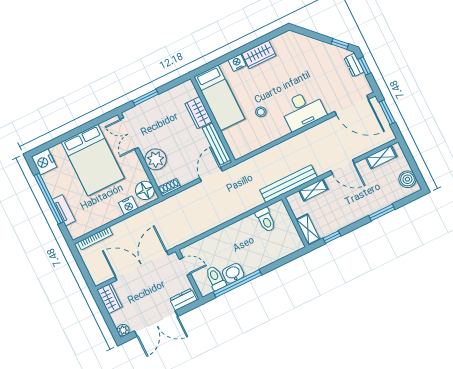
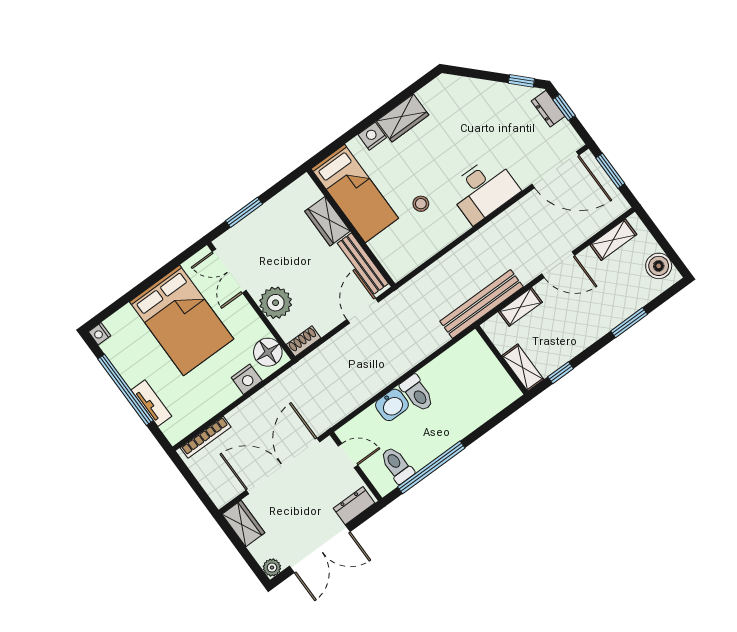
nightstand: (44, 162) -> (100, 334), width x0.53, depth x0.56
toilet: (266, 220) -> (417, 393), moved
washbasin: (233, 273) -> (392, 405), moved, turned 180

